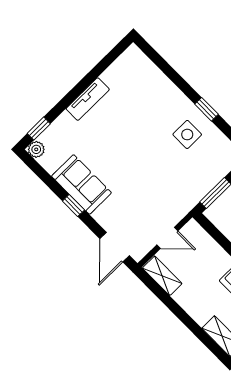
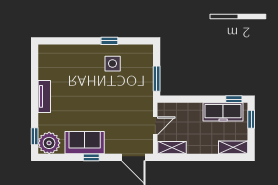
plant: (36, 149) -> (49, 143), width x1.88, depth x1.88

